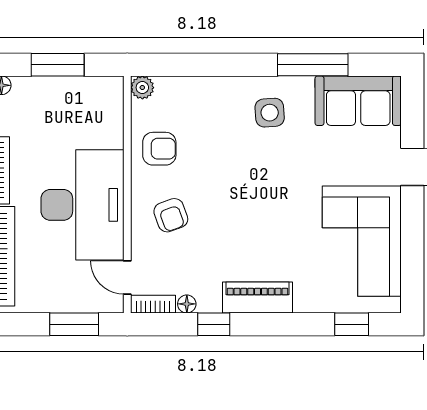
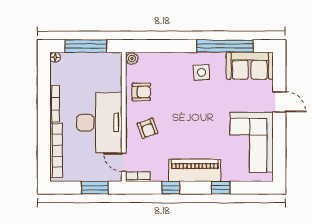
window: (58, 65) -> (86, 46), width x1.44
window: (313, 65) -> (225, 46), width x1.46
piano: (258, 297) -> (195, 170), width x1.37, depth x1.33
floor lamp: (187, 304) -> (156, 177), removed
window: (352, 324) -> (221, 188), moved

